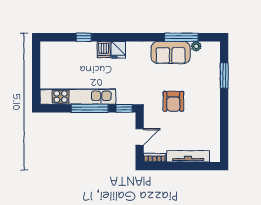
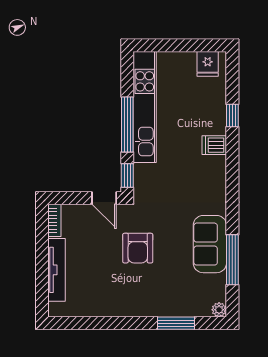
plant: (196, 46) -> (219, 310), moved
fridge: (118, 50) -> (208, 64), moved, turned -90
armchair: (173, 101) -> (138, 248), turned -90
door: (140, 137) -> (104, 198), moved

